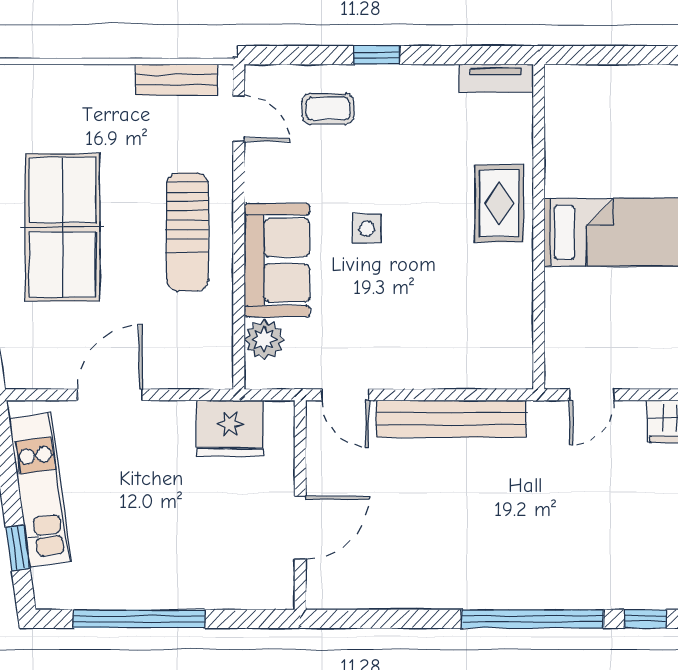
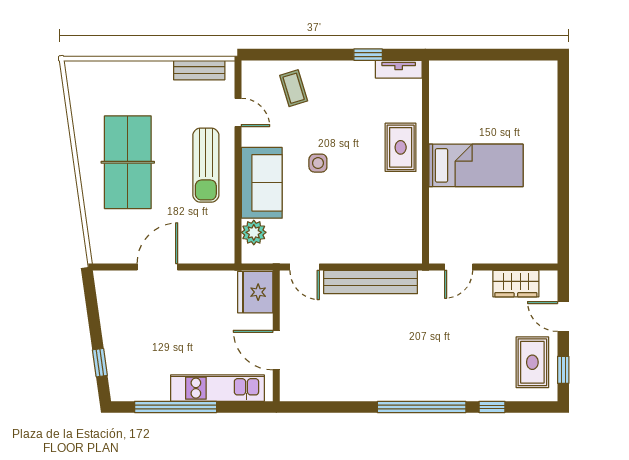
window: (377, 55) -> (368, 55), moved
coffee table: (328, 109) -> (294, 88), turned 73
door: (239, 119) -> (238, 112), moved
fridge: (230, 428) -> (255, 292), moved, turned 90
kitchen unit: (40, 490) -> (217, 388), moved, turned -82
door: (300, 528) -> (276, 350), swing flipped

